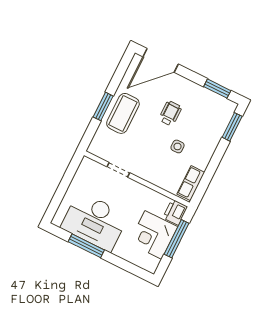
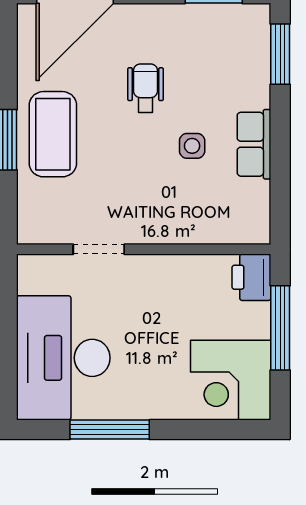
row of seats: (191, 183) -> (254, 144), moved
desk: (95, 221) -> (63, 358), moved, turned 90
corner desk: (153, 235) -> (231, 380), moved

